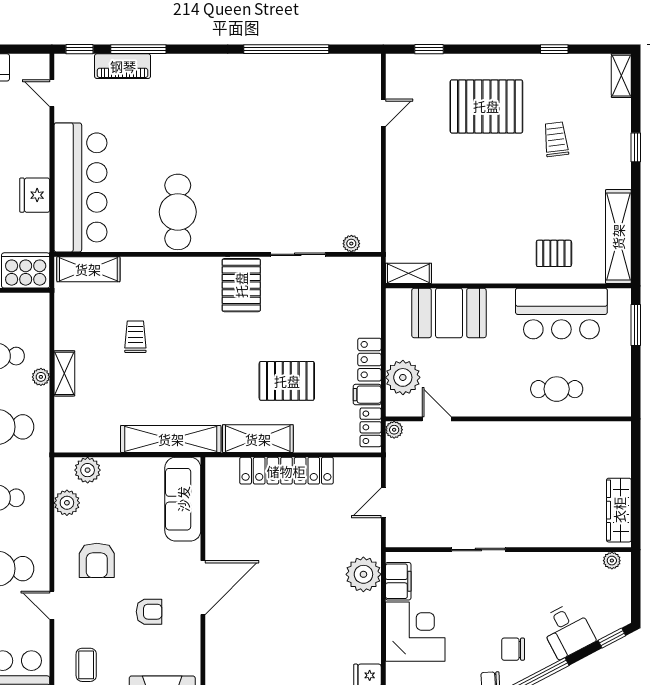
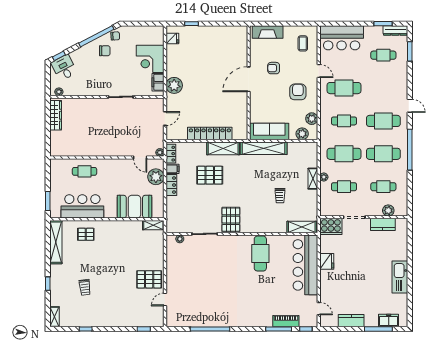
pallet: (486, 106) -> (149, 279), moved, width x0.73, depth x0.71
sofa: (183, 499) -> (269, 131), moved, turned -90
desk: (567, 630) -> (64, 68), moved

